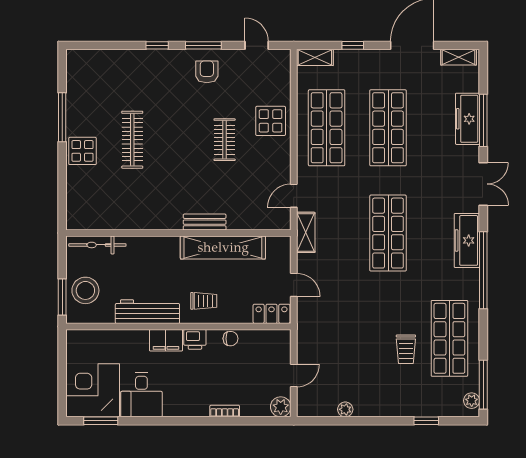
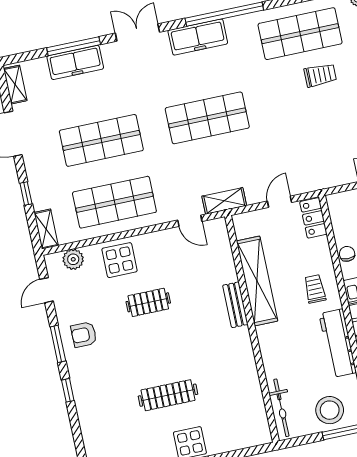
plant: (281, 77) -> (73, 259), added

